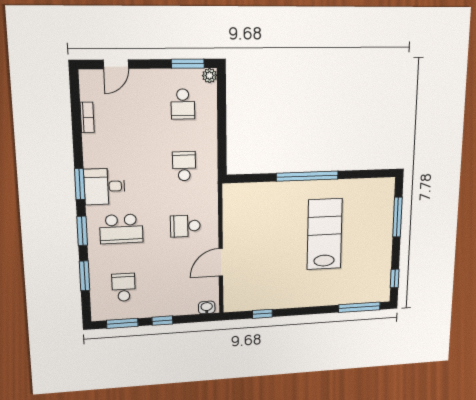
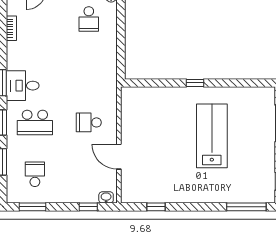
school desk: (184, 166) -> (89, 71), removed
window: (307, 176) -> (195, 83), width x0.32
door: (221, 262) -> (119, 157), hinge flipped
window: (162, 321) -> (88, 207), moved

